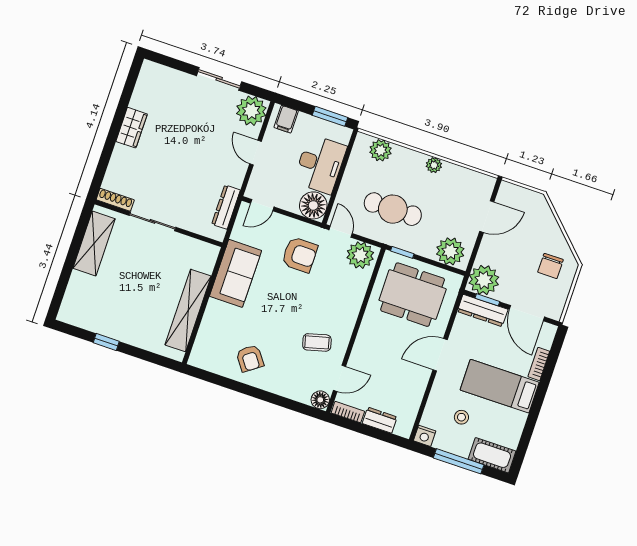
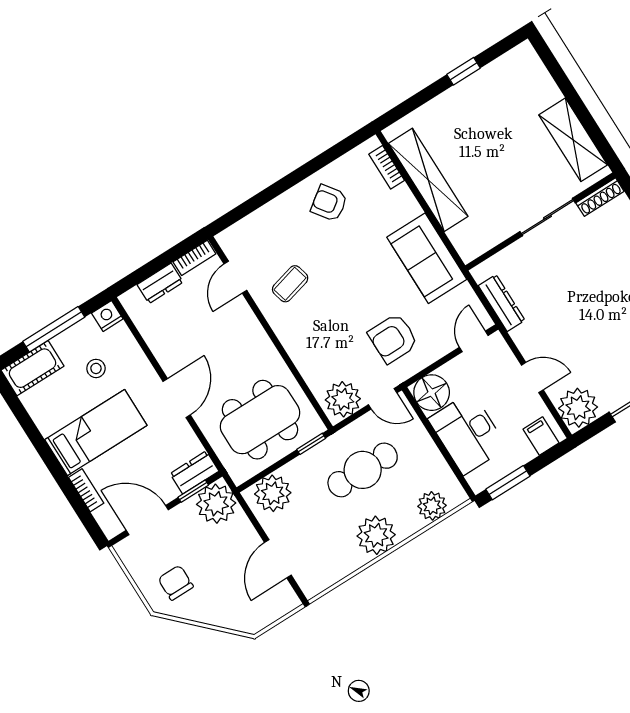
plant: (434, 165) -> (376, 535), width x1.88, depth x1.88
dresser: (483, 310) -> (194, 472), width x0.70
bookcase: (201, 341) -> (387, 167), added
floor lamp: (320, 400) -> (229, 240), removed

